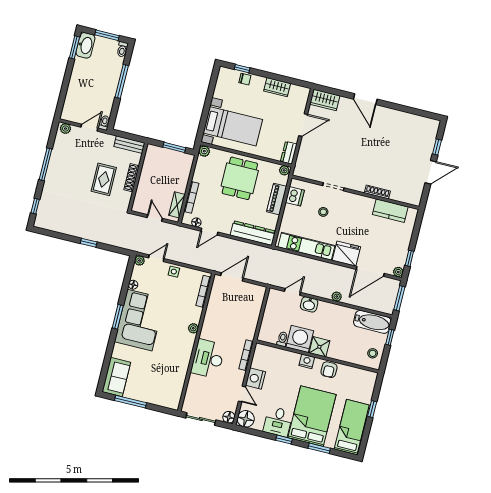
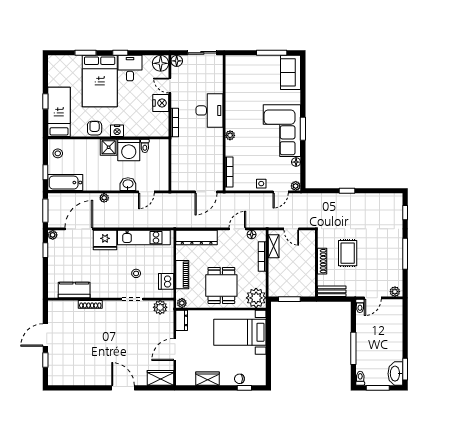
plant: (204, 151) -> (256, 298), width x1.87, depth x1.87
plant: (307, 171) -> (160, 307), added
bed: (352, 427) -> (59, 112), moved, turned 180

